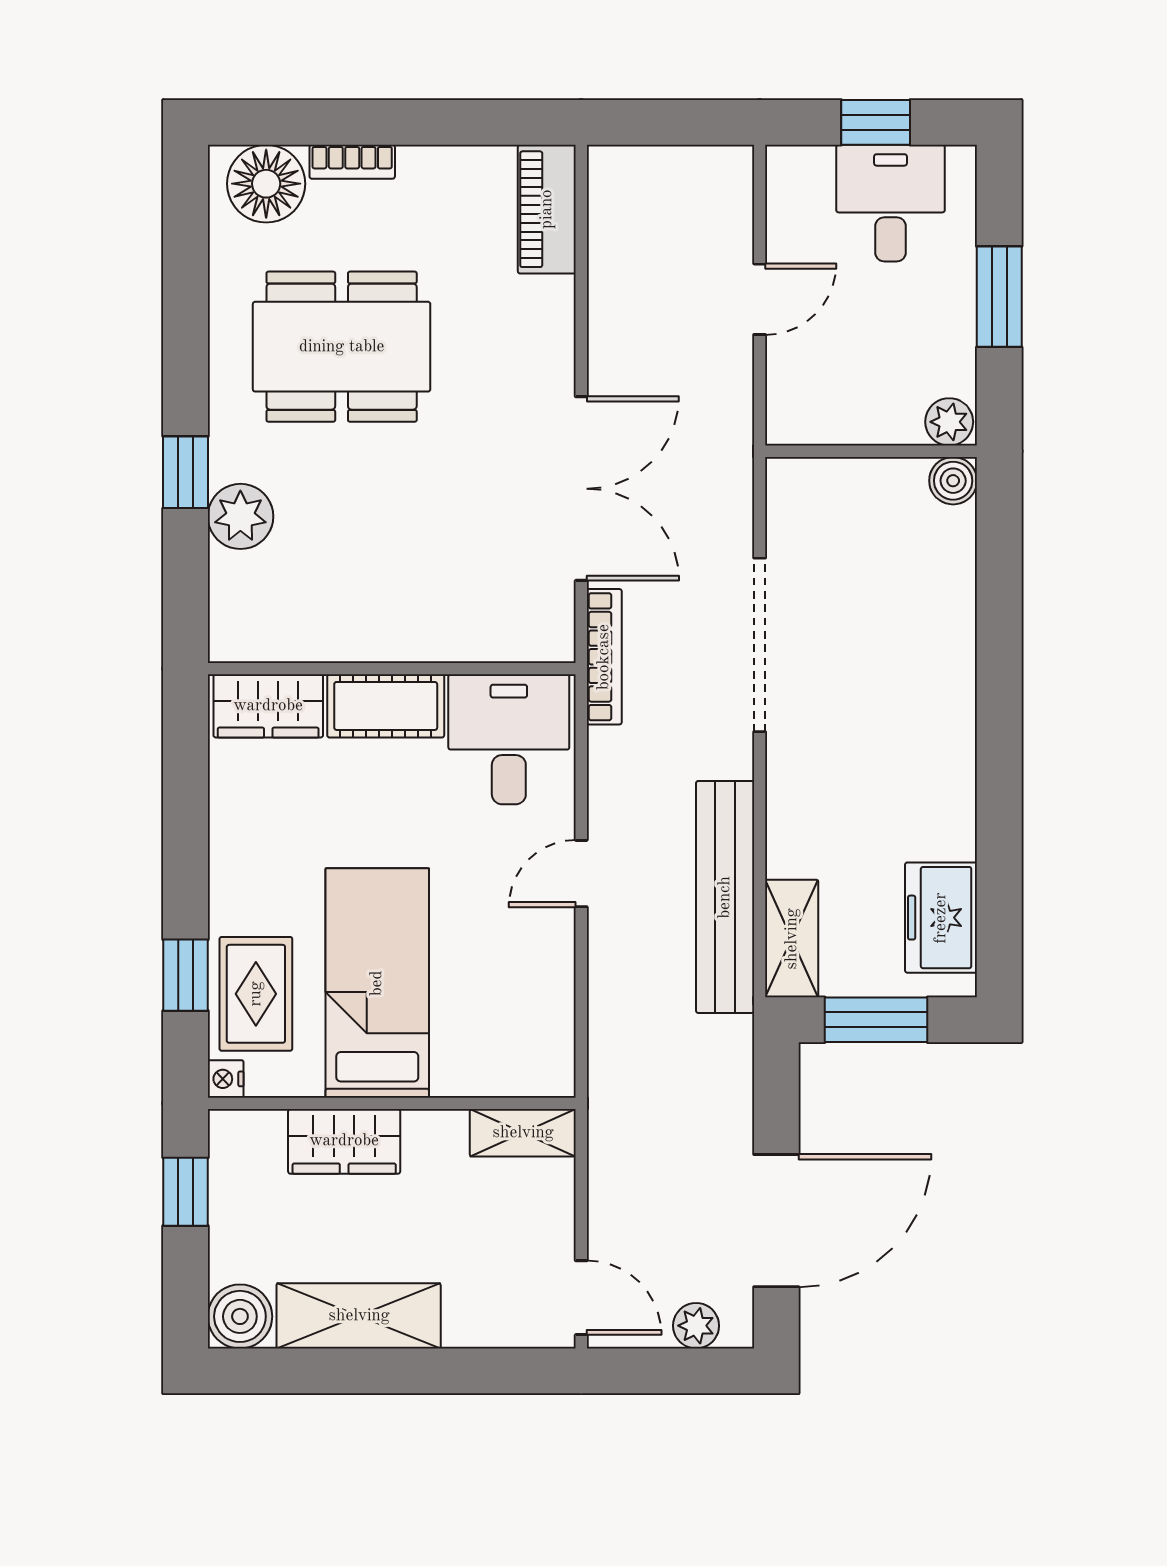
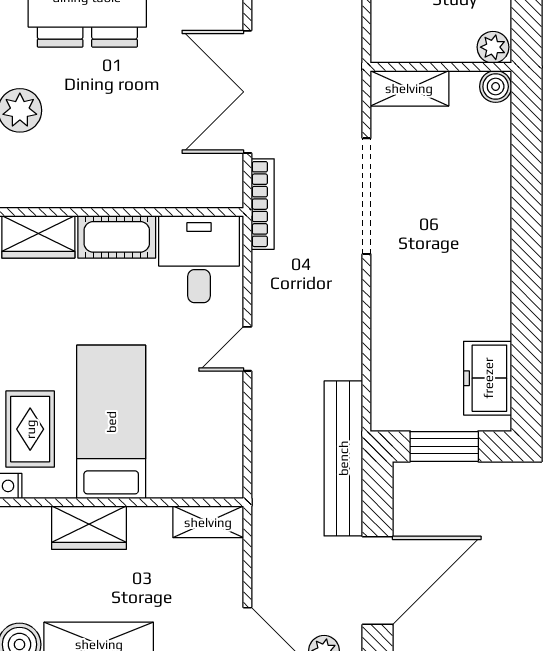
double door: (581, 489) -> (247, 92), swing flipped
bench: (725, 897) -> (343, 458), moved
shelving: (792, 939) -> (409, 88), moved, turned 90

